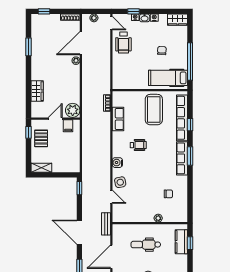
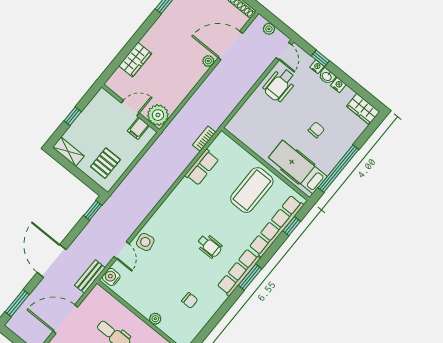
window: (190, 125) -> (292, 226), moved
window: (29, 132) -> (73, 116), moved
pallet: (41, 138) -> (105, 163), moved
wheelchair: (138, 145) -> (209, 246), moved
water cooler: (117, 163) -> (111, 277), moved

